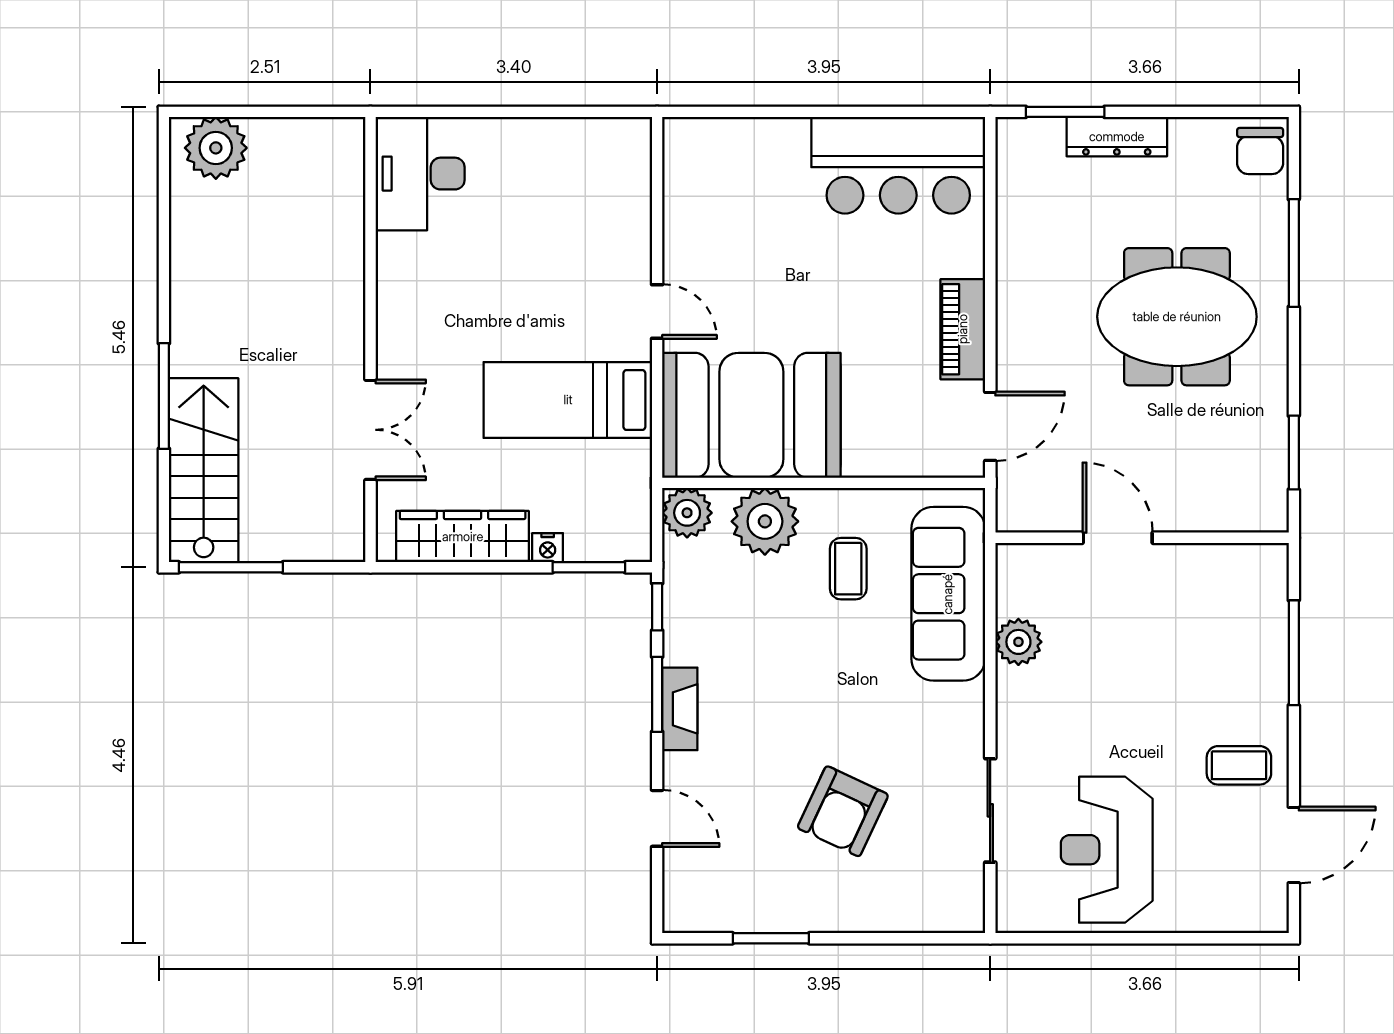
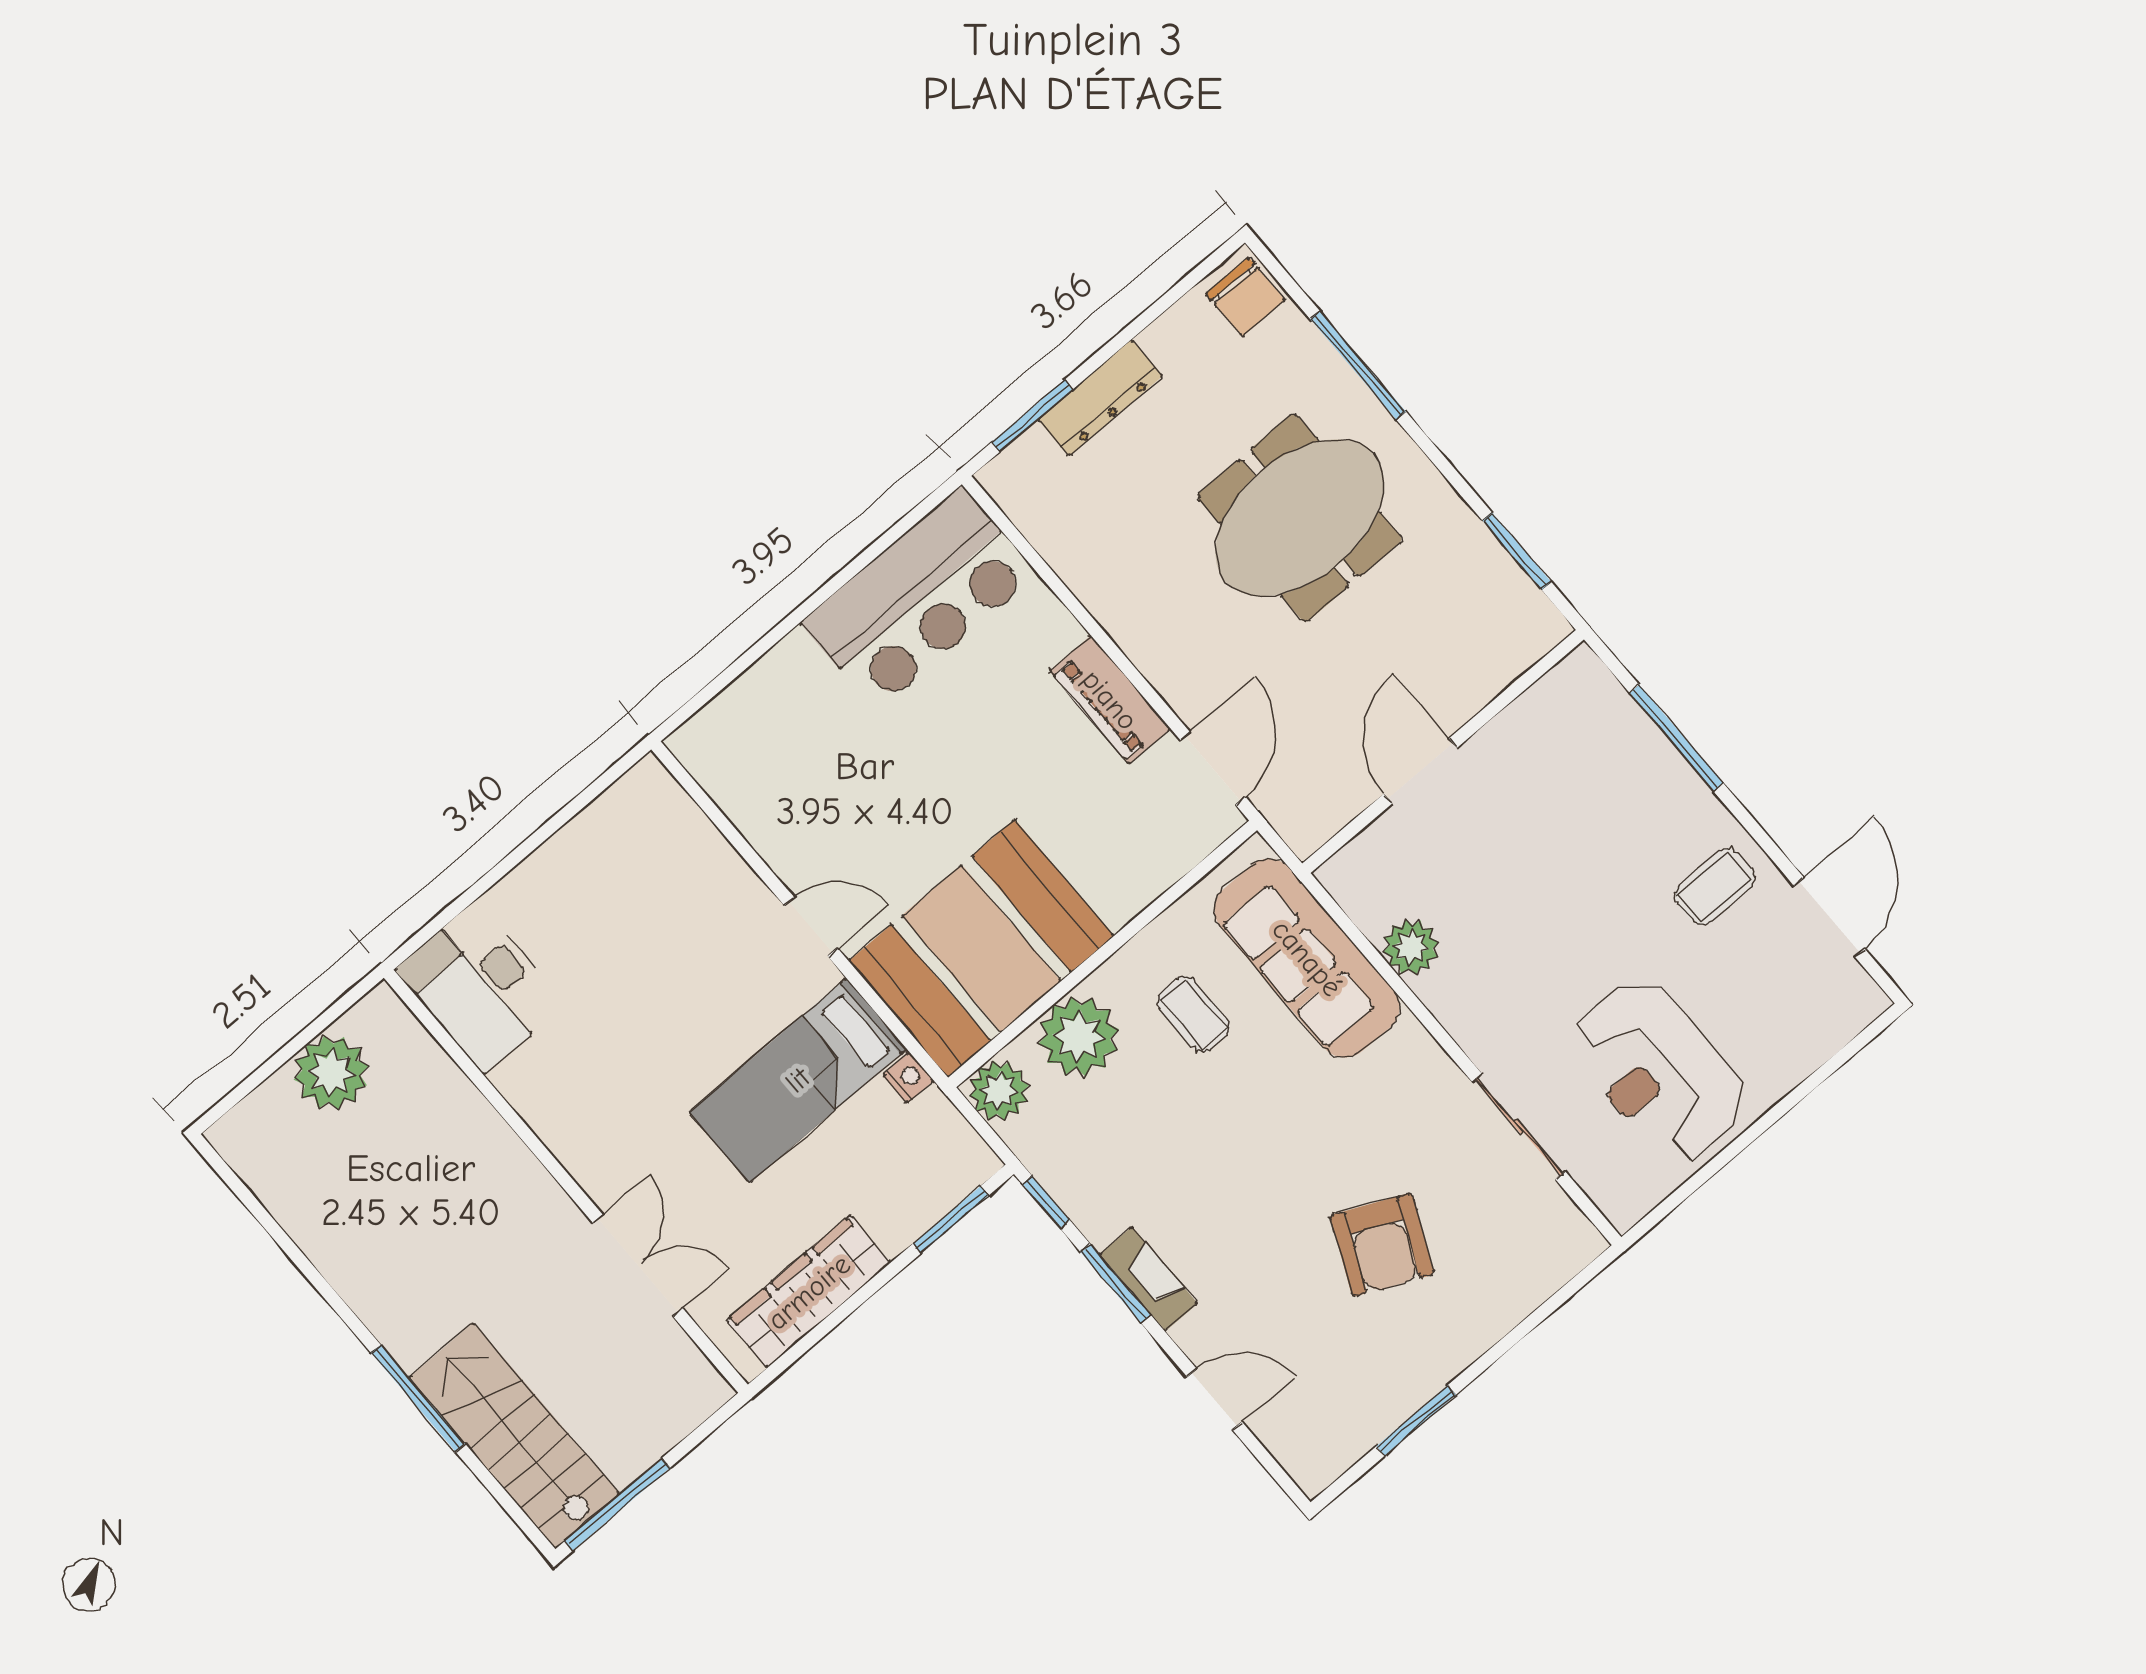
plant: (216, 148) -> (331, 1073), moved
door: (1118, 538) -> (1420, 771), hinge flipped
nightstand: (548, 548) -> (908, 1078), moved, turned -90

